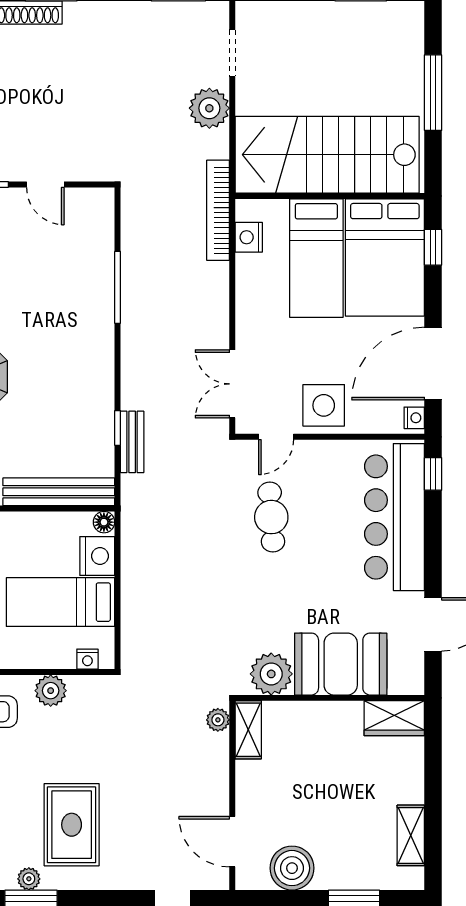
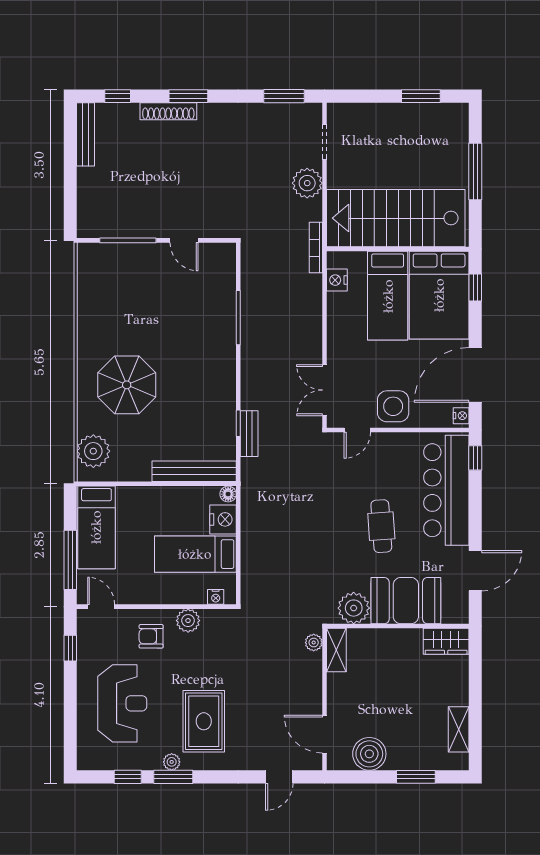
bookcase: (218, 210) -> (316, 248), width x0.68, depth x0.76
cafe table: (271, 517) -> (381, 526), moved

